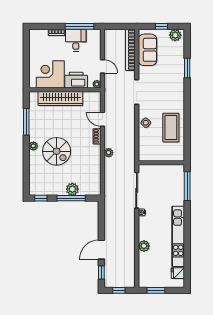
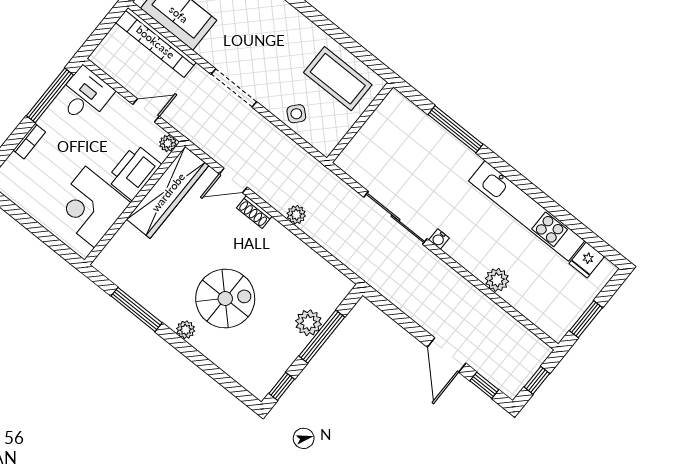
desk: (76, 40) -> (85, 95), moved, turned 90
wardrobe: (60, 99) -> (168, 192), moved
wall: (161, 163) -> (360, 122), moved

